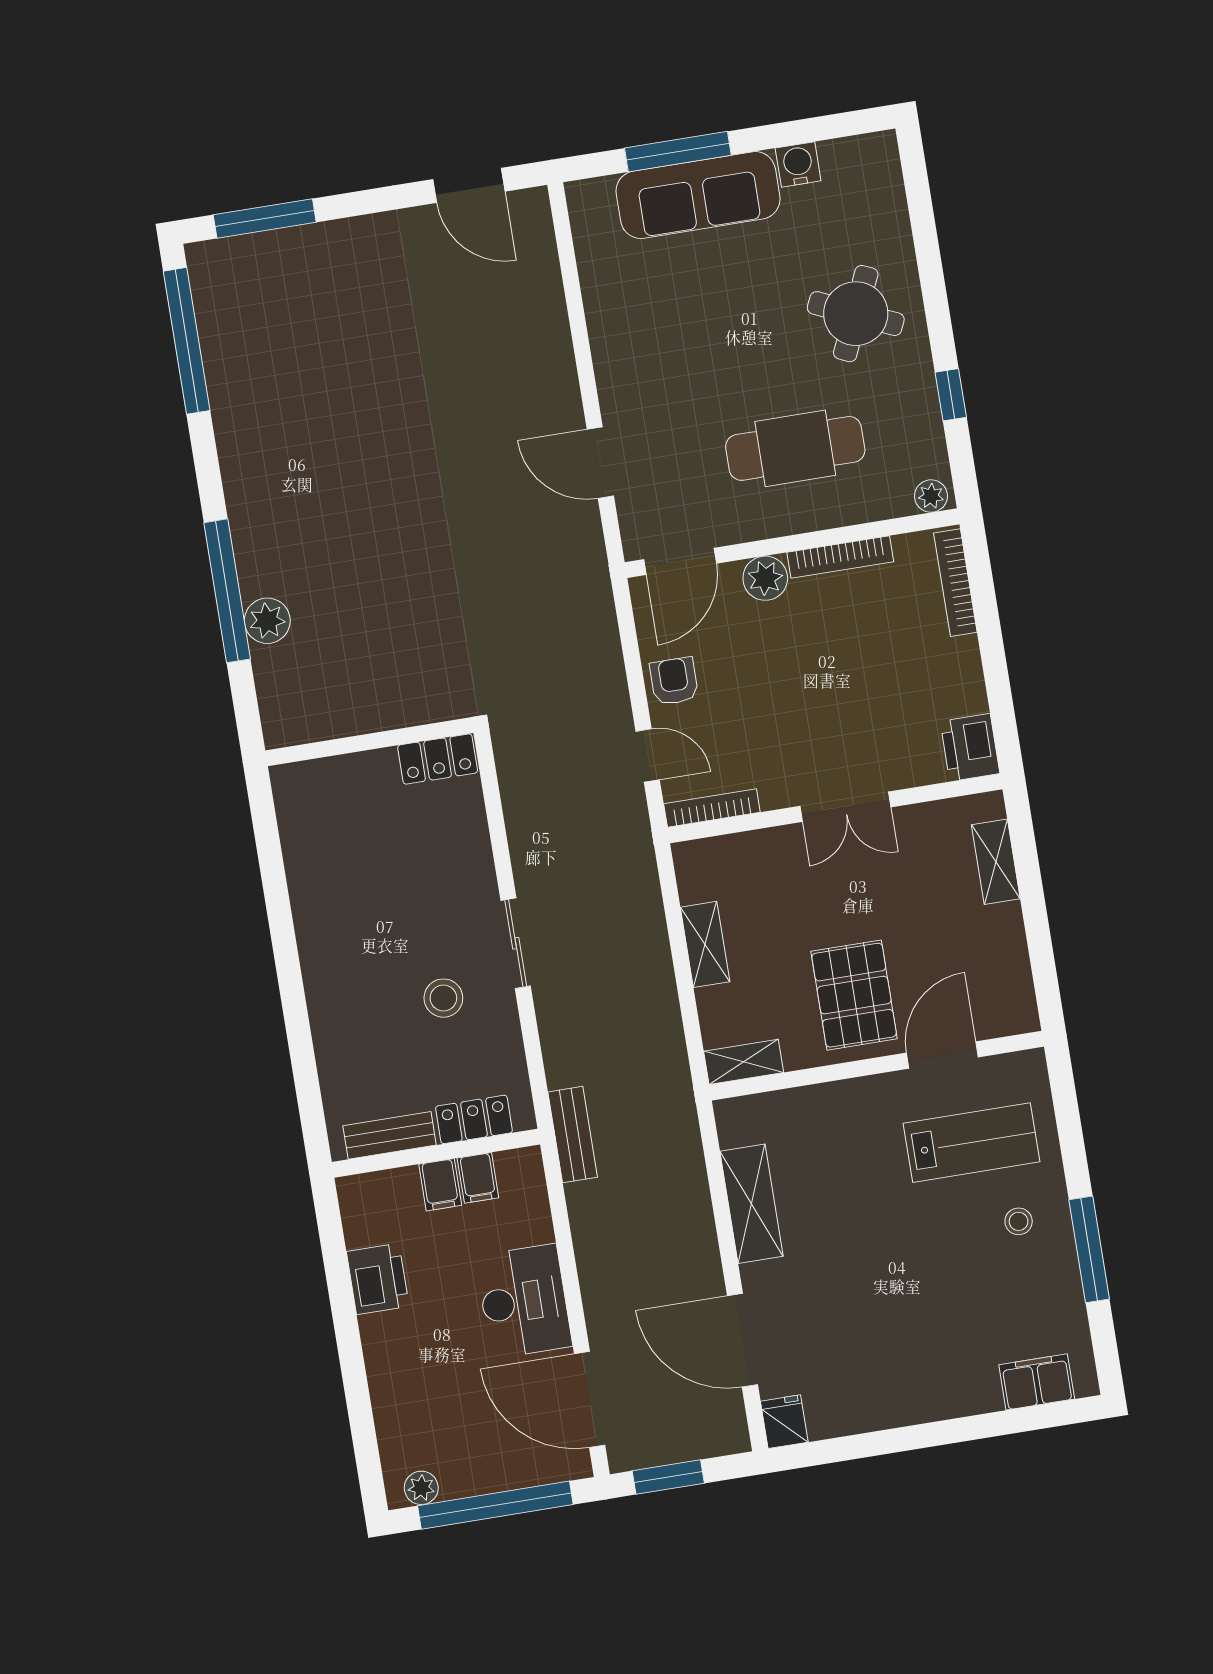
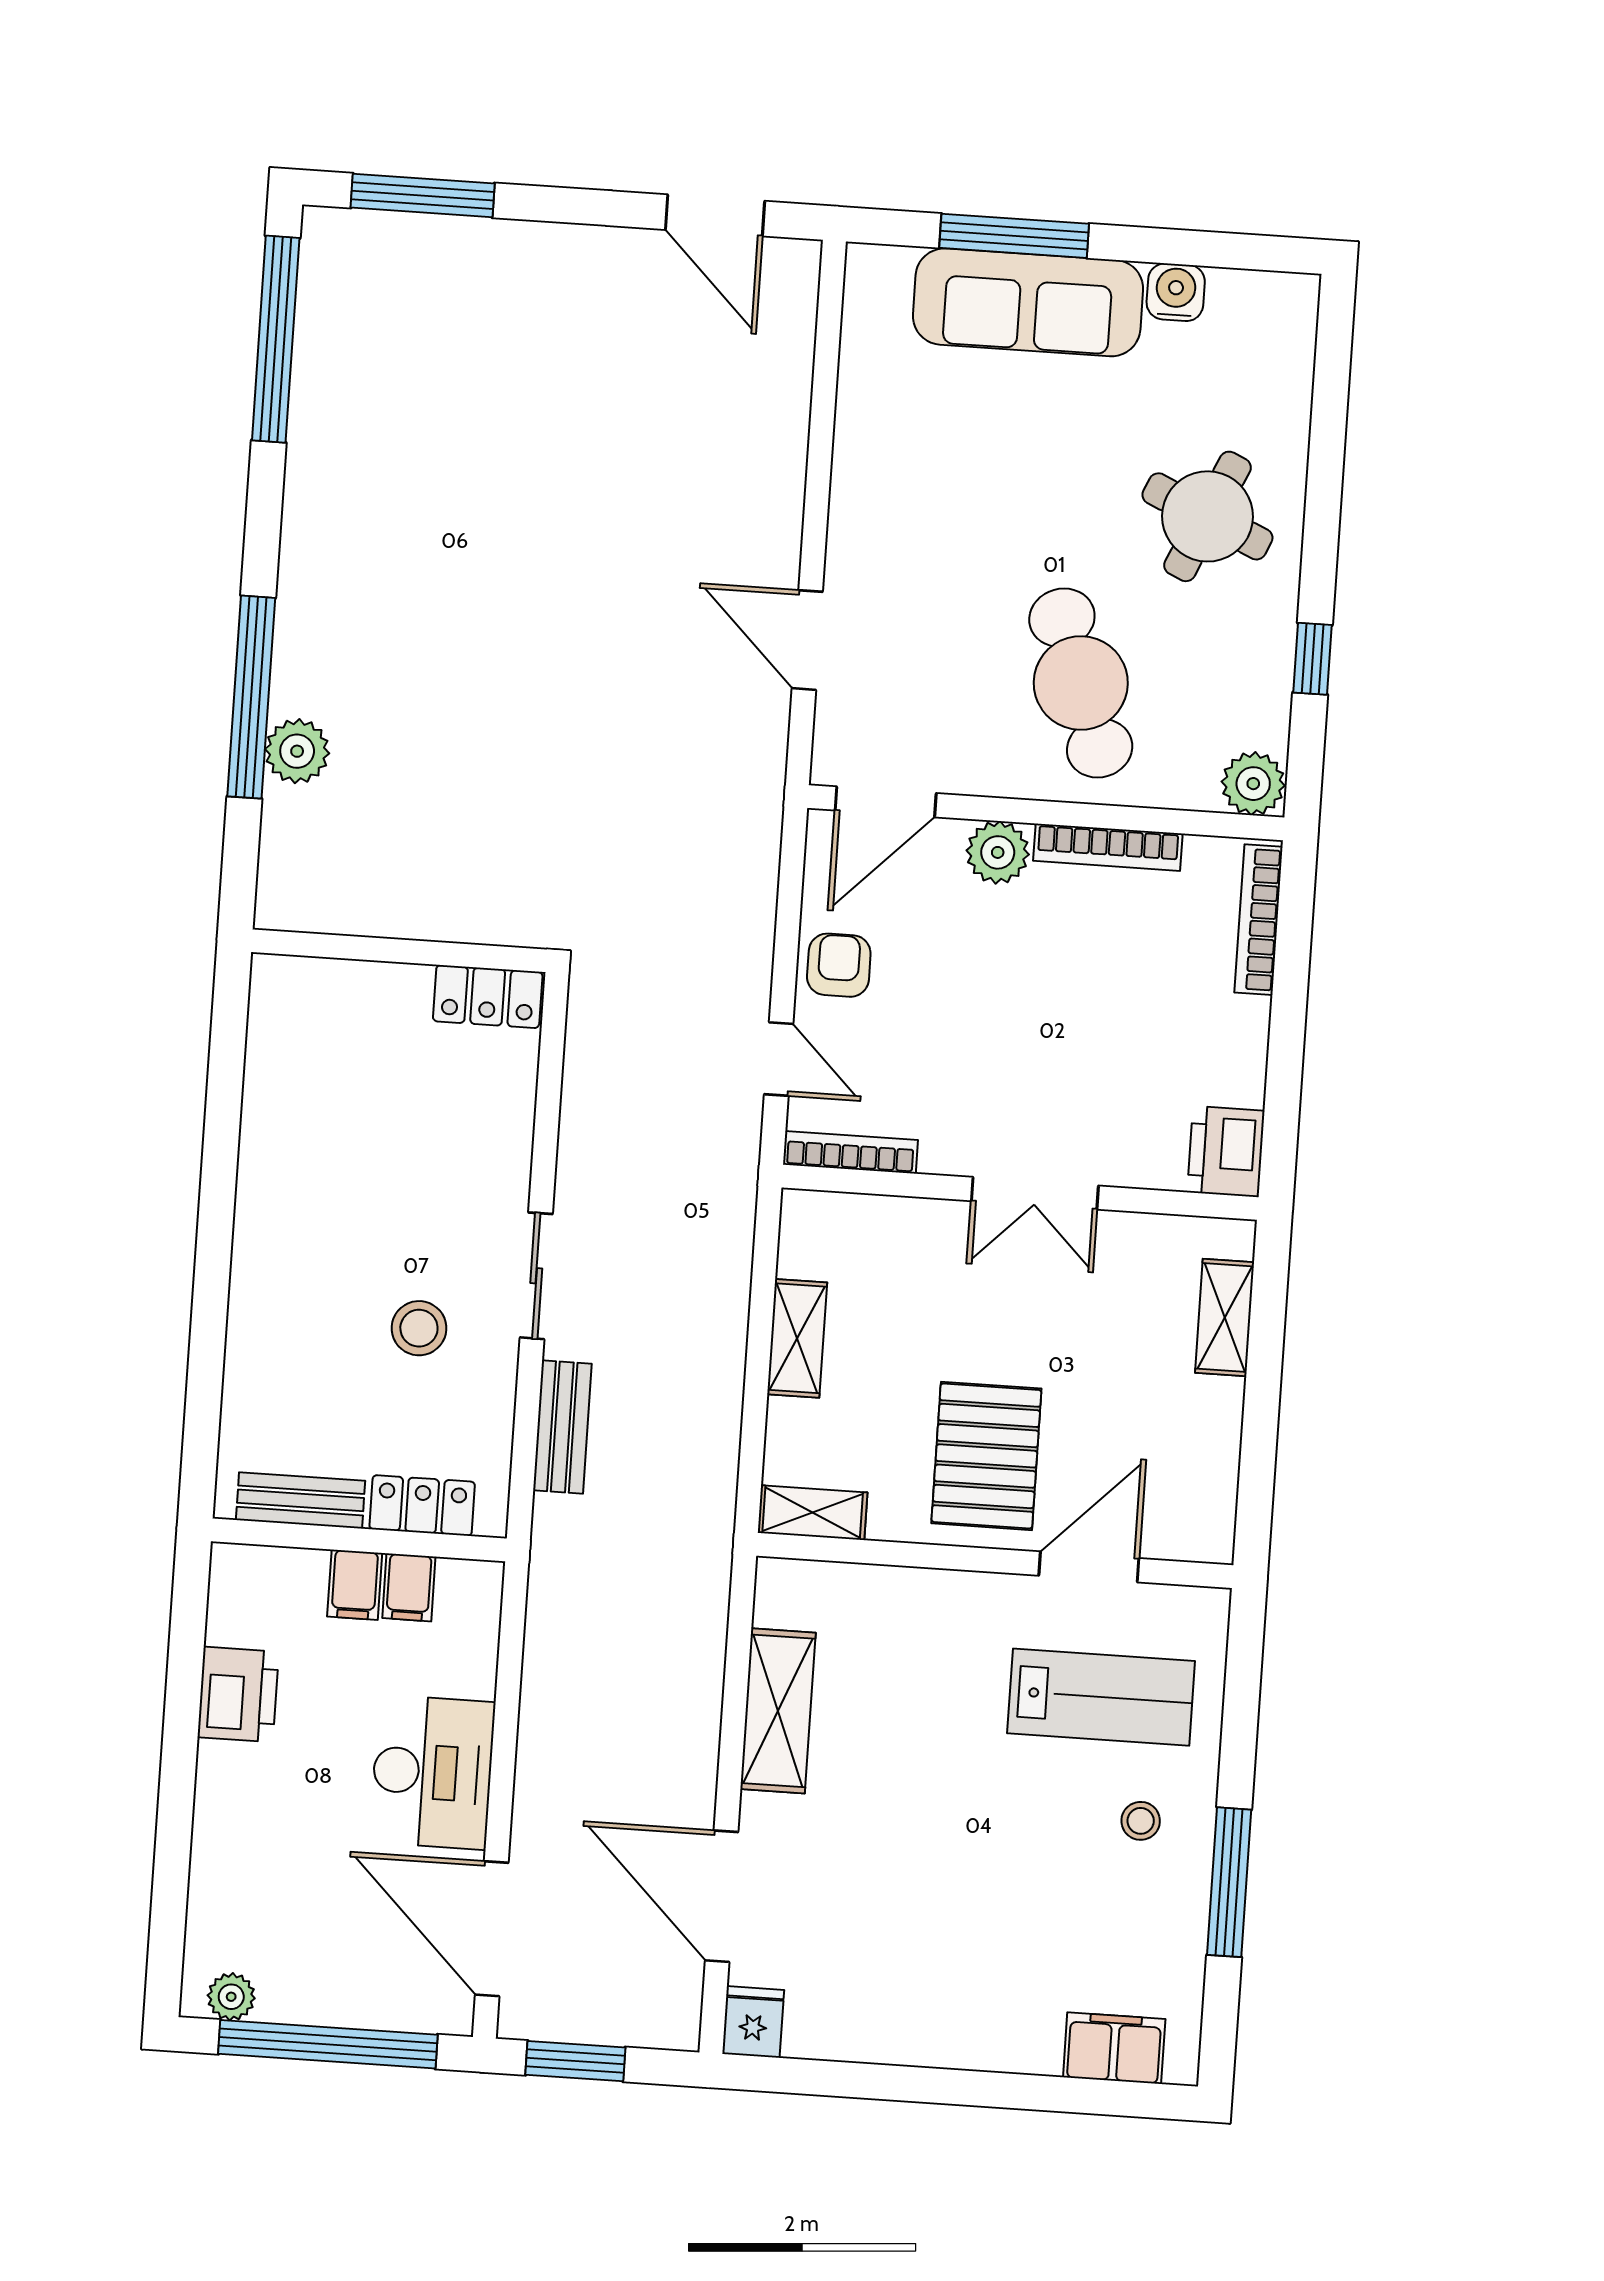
cafe table: (795, 448) -> (1081, 683), turned 70
plant: (931, 496) -> (1253, 784), width x1.38, depth x1.38
bench: (573, 1135) -> (562, 1427), moved

